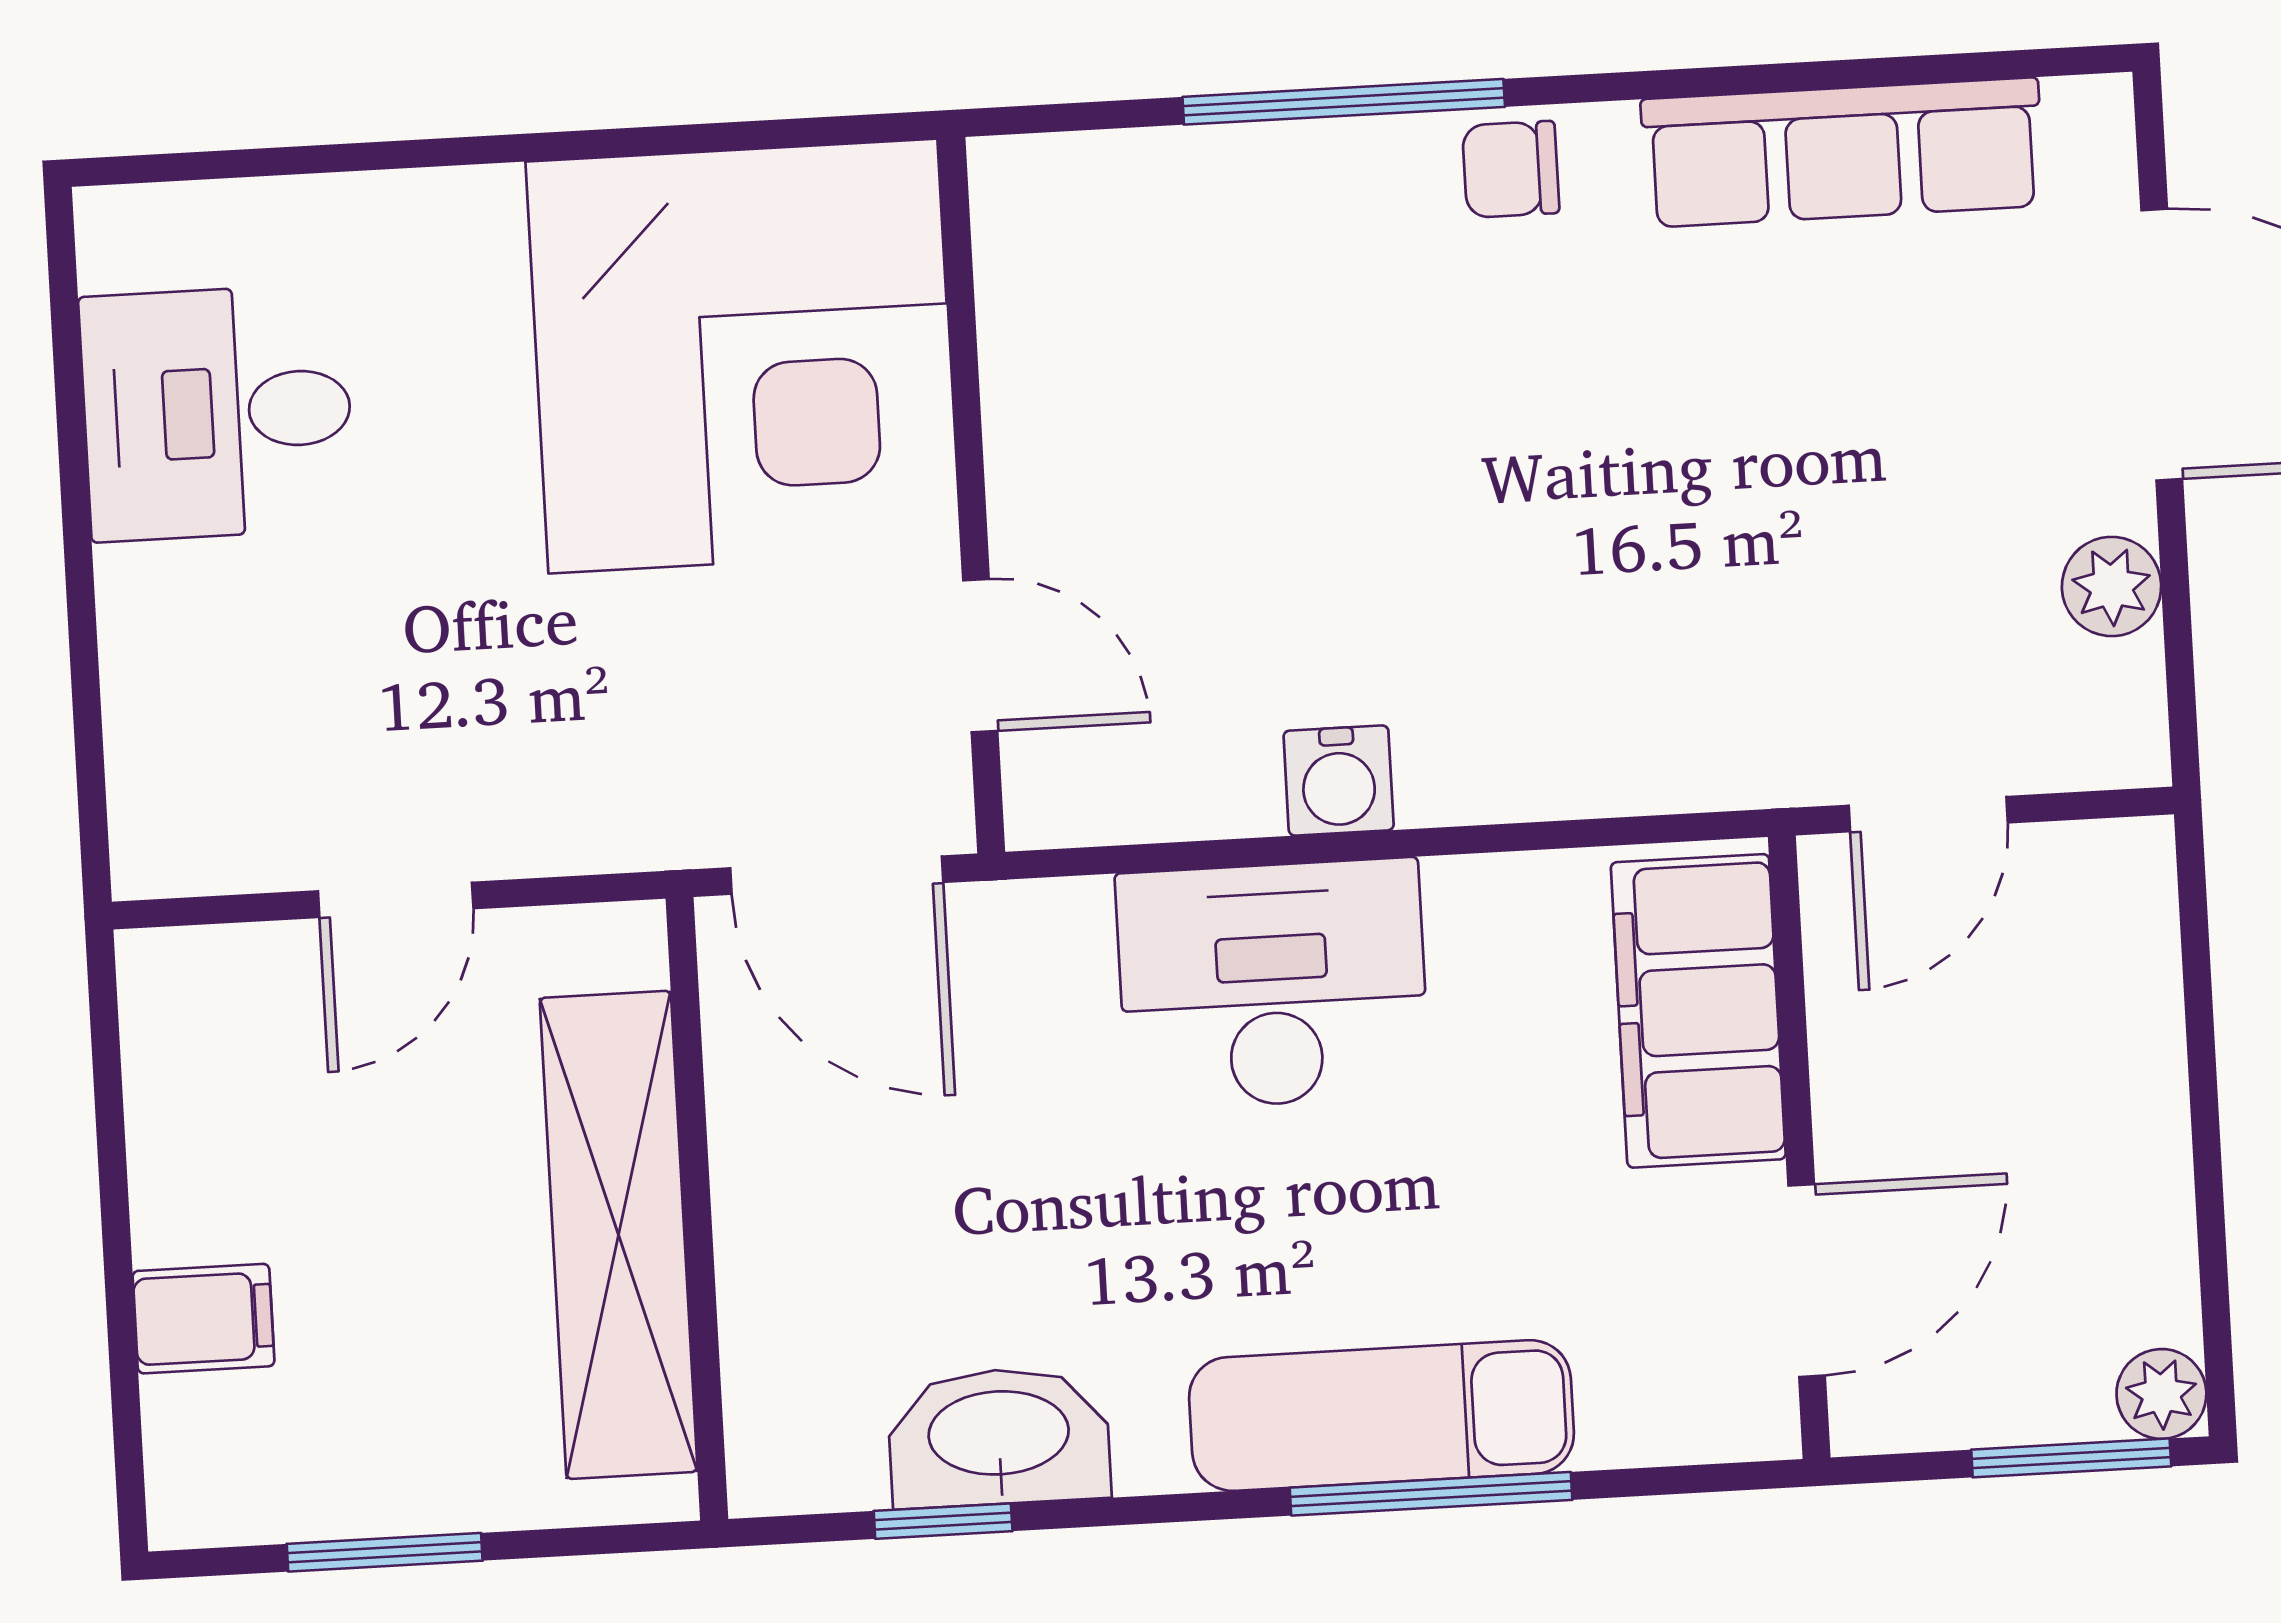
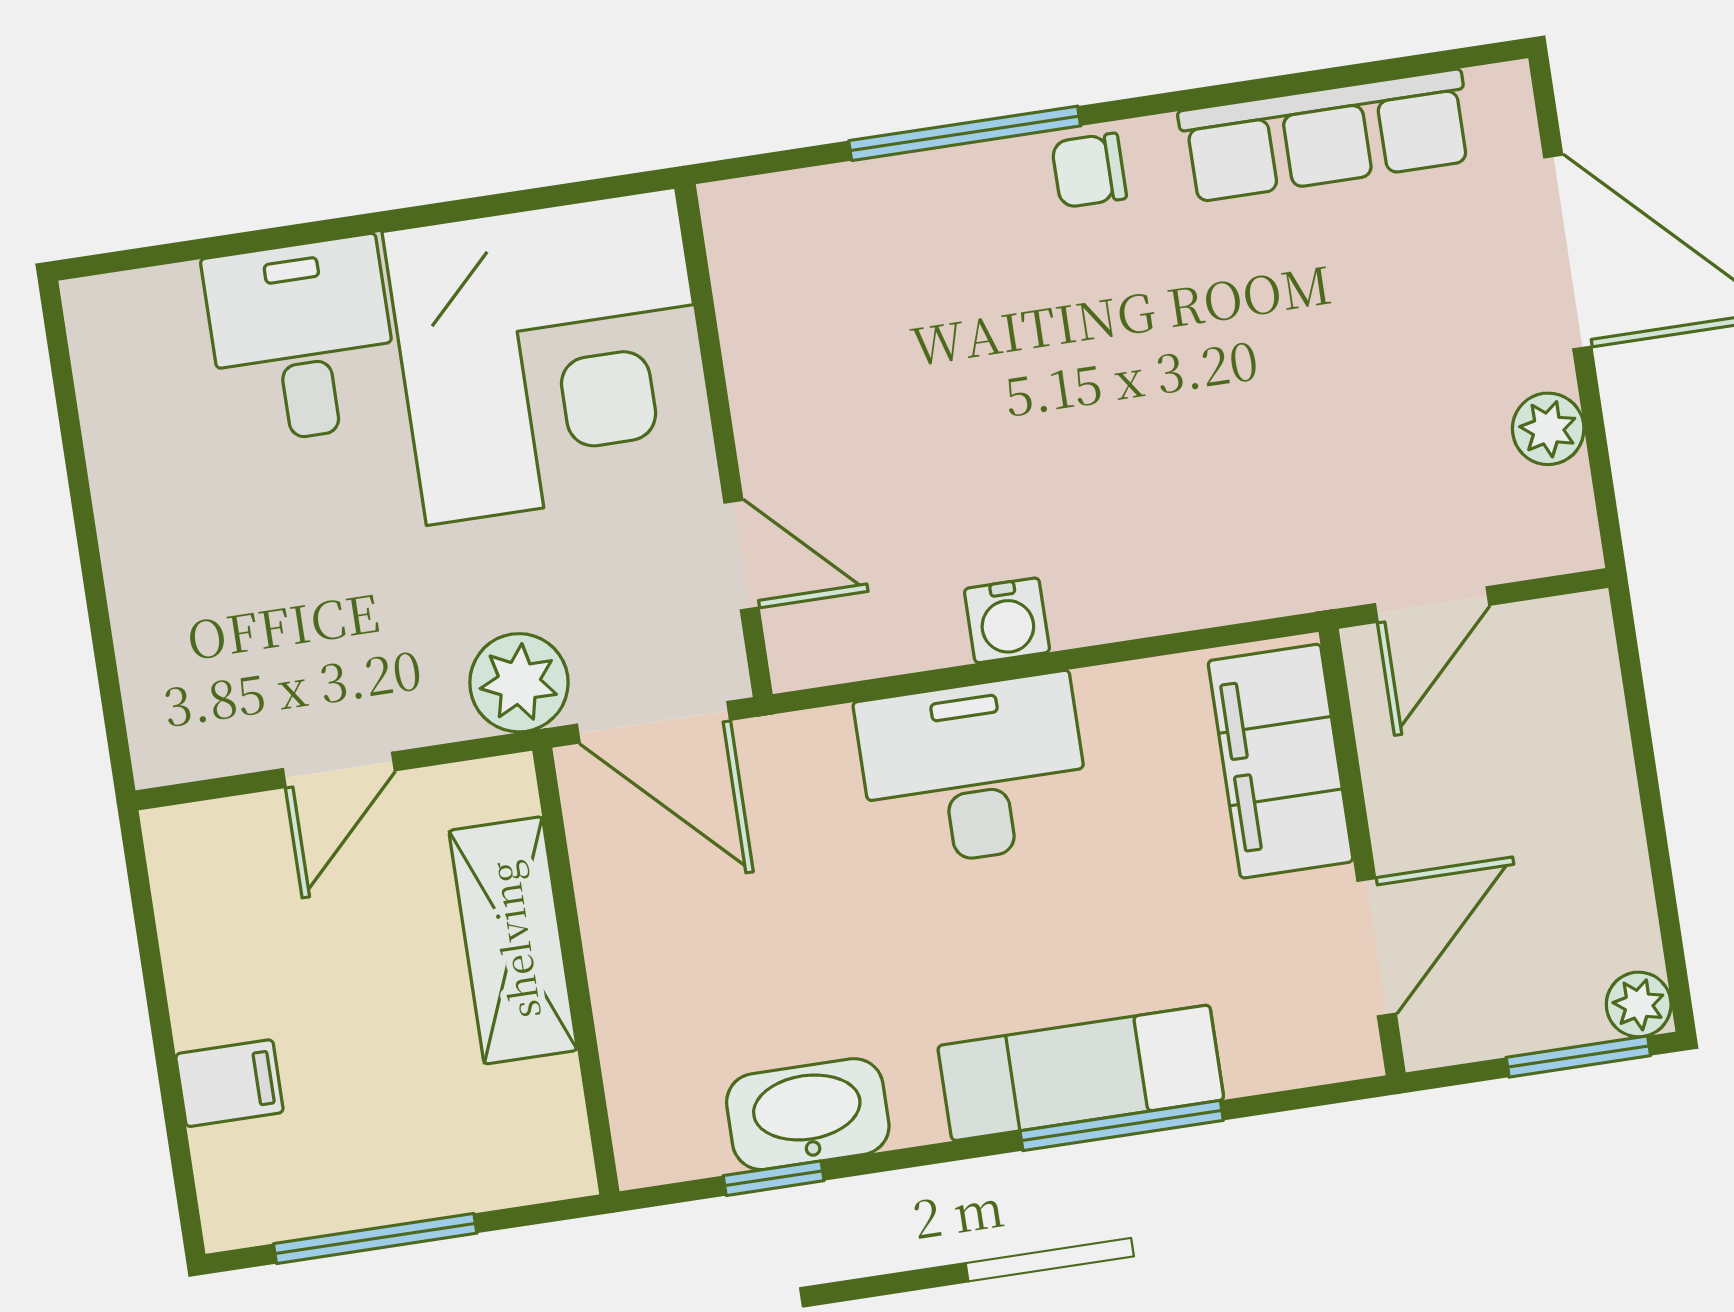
desk: (217, 413) -> (302, 340), moved, turned 90
plant: (656, 803) -> (519, 683), added
shelving: (619, 1235) -> (513, 940), width x0.68
window: (385, 1552) -> (375, 1238), width x1.44

